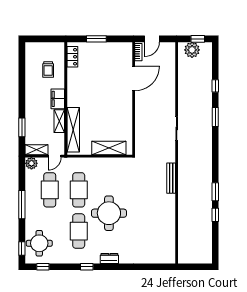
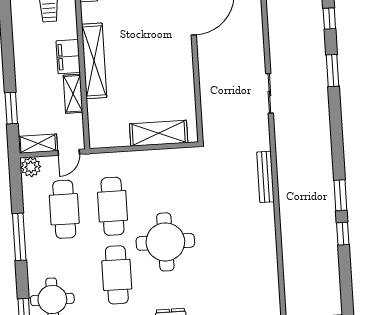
shelving: (73, 130) -> (94, 61), moved

